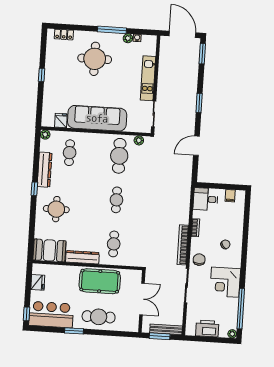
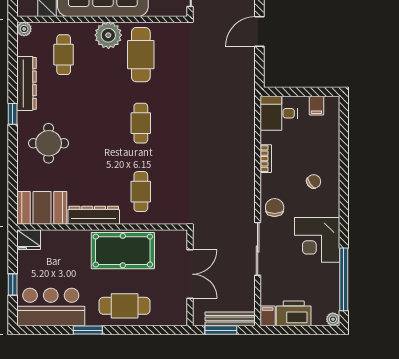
plant: (139, 140) -> (108, 35), moved, width x1.88, depth x1.88
bookcase: (183, 245) -> (248, 186), removed
fridge: (38, 282) -> (29, 240), moved, turned 90
window: (27, 314) -> (13, 285), moved
filing cabinet: (190, 329) -> (268, 316), added

